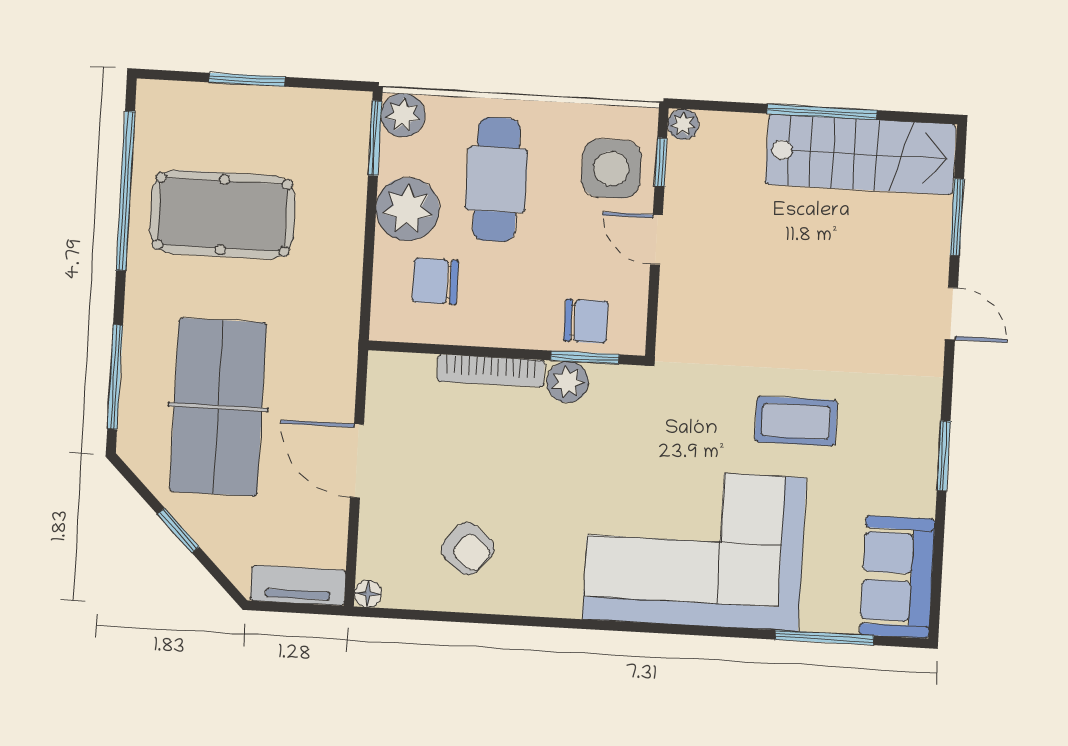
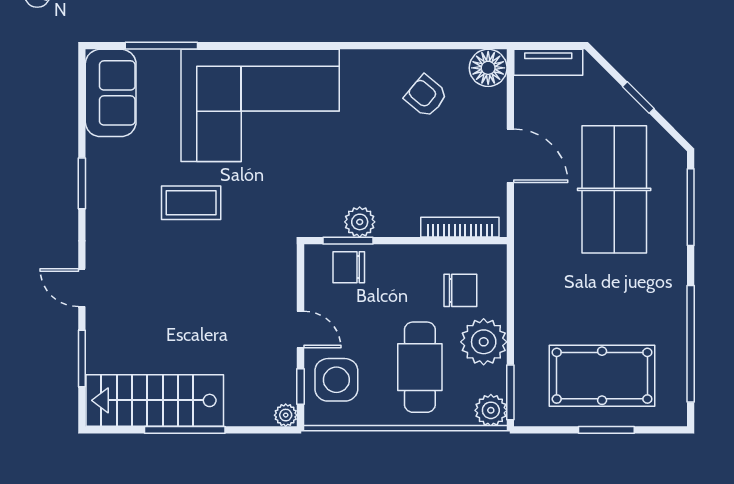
pool table: (223, 215) -> (602, 376), moved
bookcase: (491, 371) -> (460, 227), moved
floor lamp: (368, 594) -> (488, 68), width x1.89, depth x1.89

